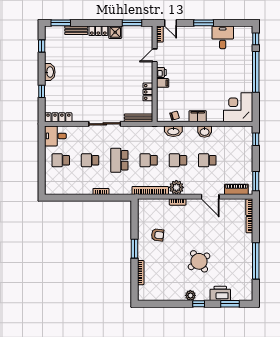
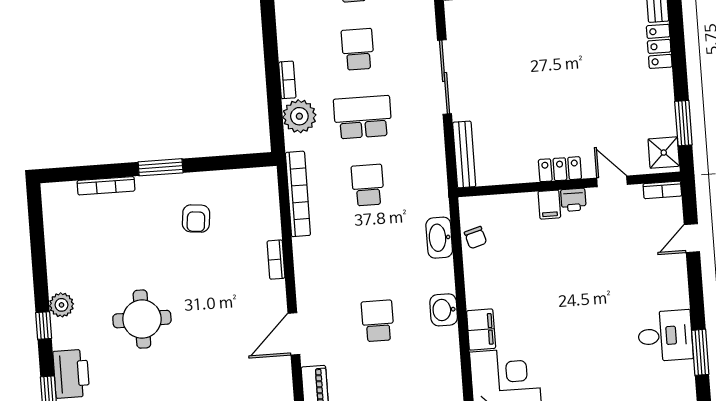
door: (170, 23) -> (692, 238), moved
window: (204, 23) -> (700, 352), moved
shower: (115, 32) -> (664, 153), moved
locker: (148, 92) -> (560, 169), moved
filing cabinet: (198, 116) -> (481, 330), moved
school desk: (178, 160) -> (373, 253), removed
plant: (176, 187) -> (299, 116), moved
round table: (199, 261) -> (142, 319), turned 35

